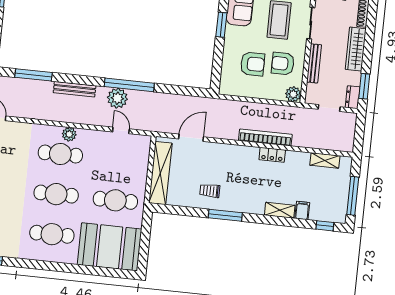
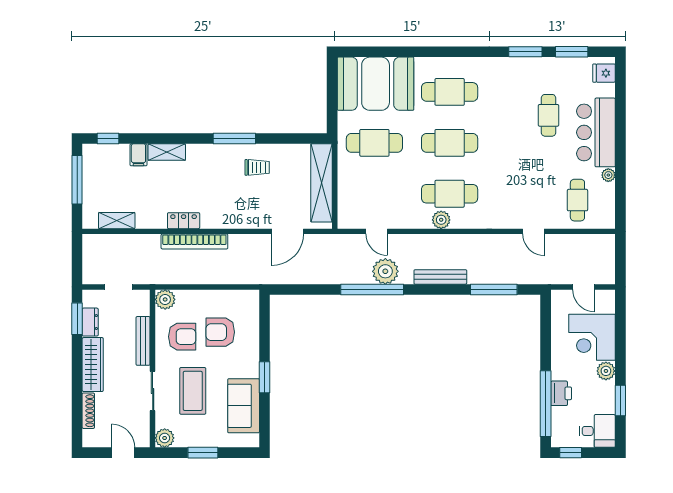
dresser: (353, 97) -> (90, 322), moved

